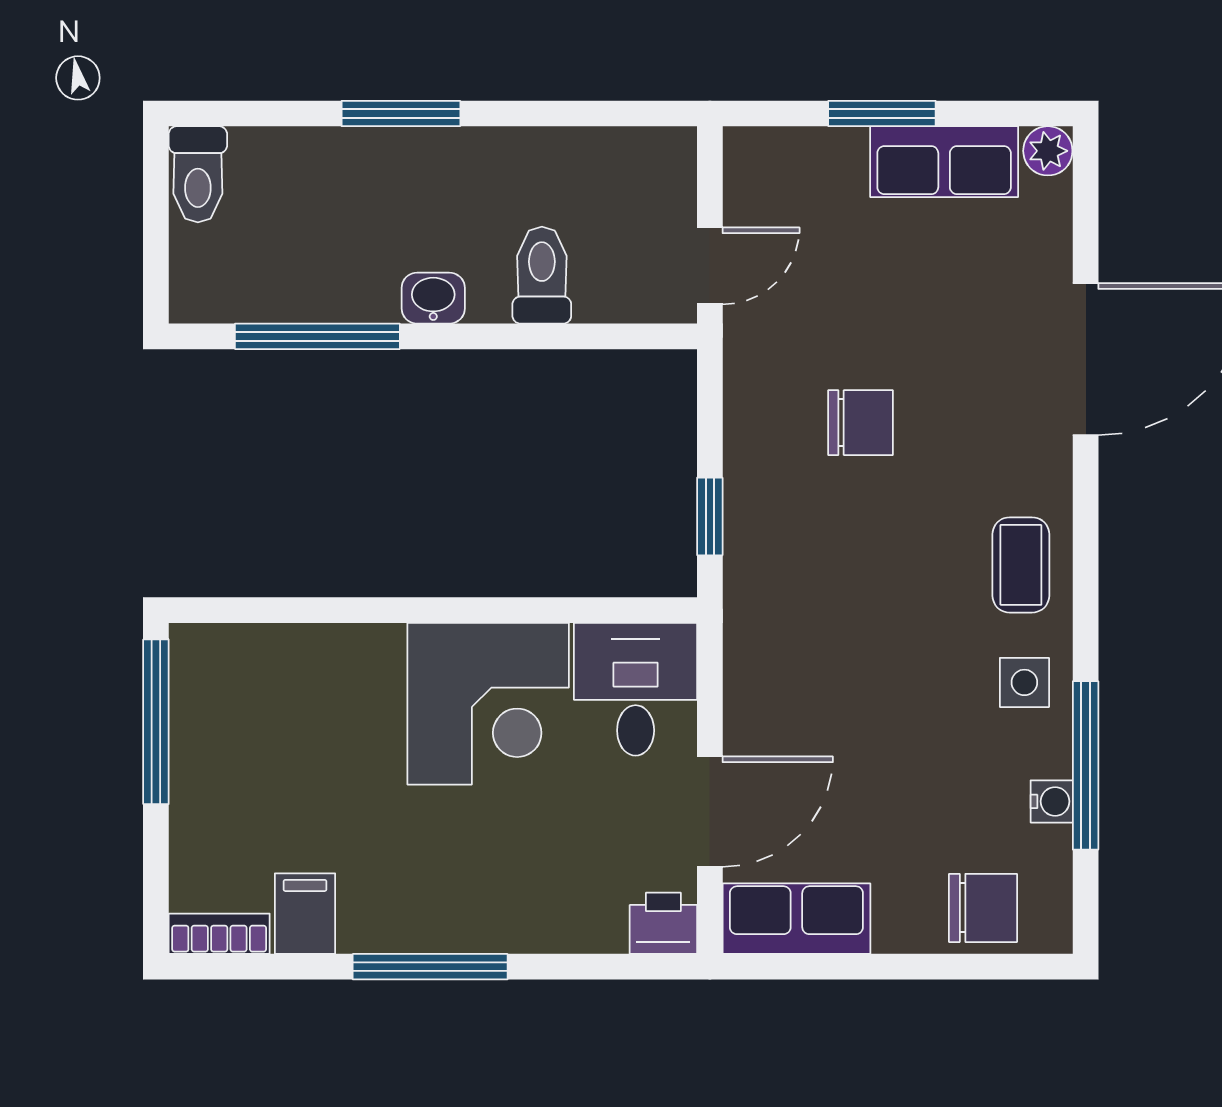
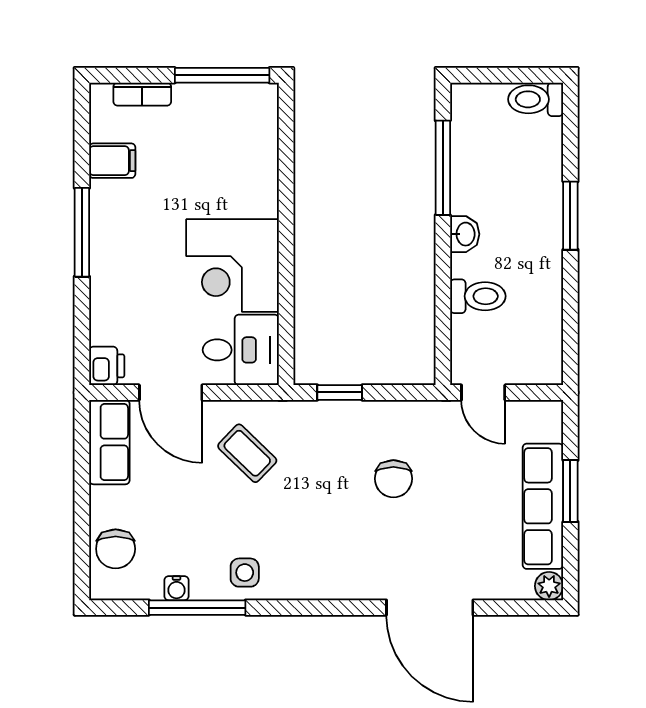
row of seats: (944, 162) -> (543, 506), width x1.48
coffee table: (1021, 565) -> (247, 453), moved, turned 44
bookcase: (219, 934) -> (142, 94), moved, turned 90

